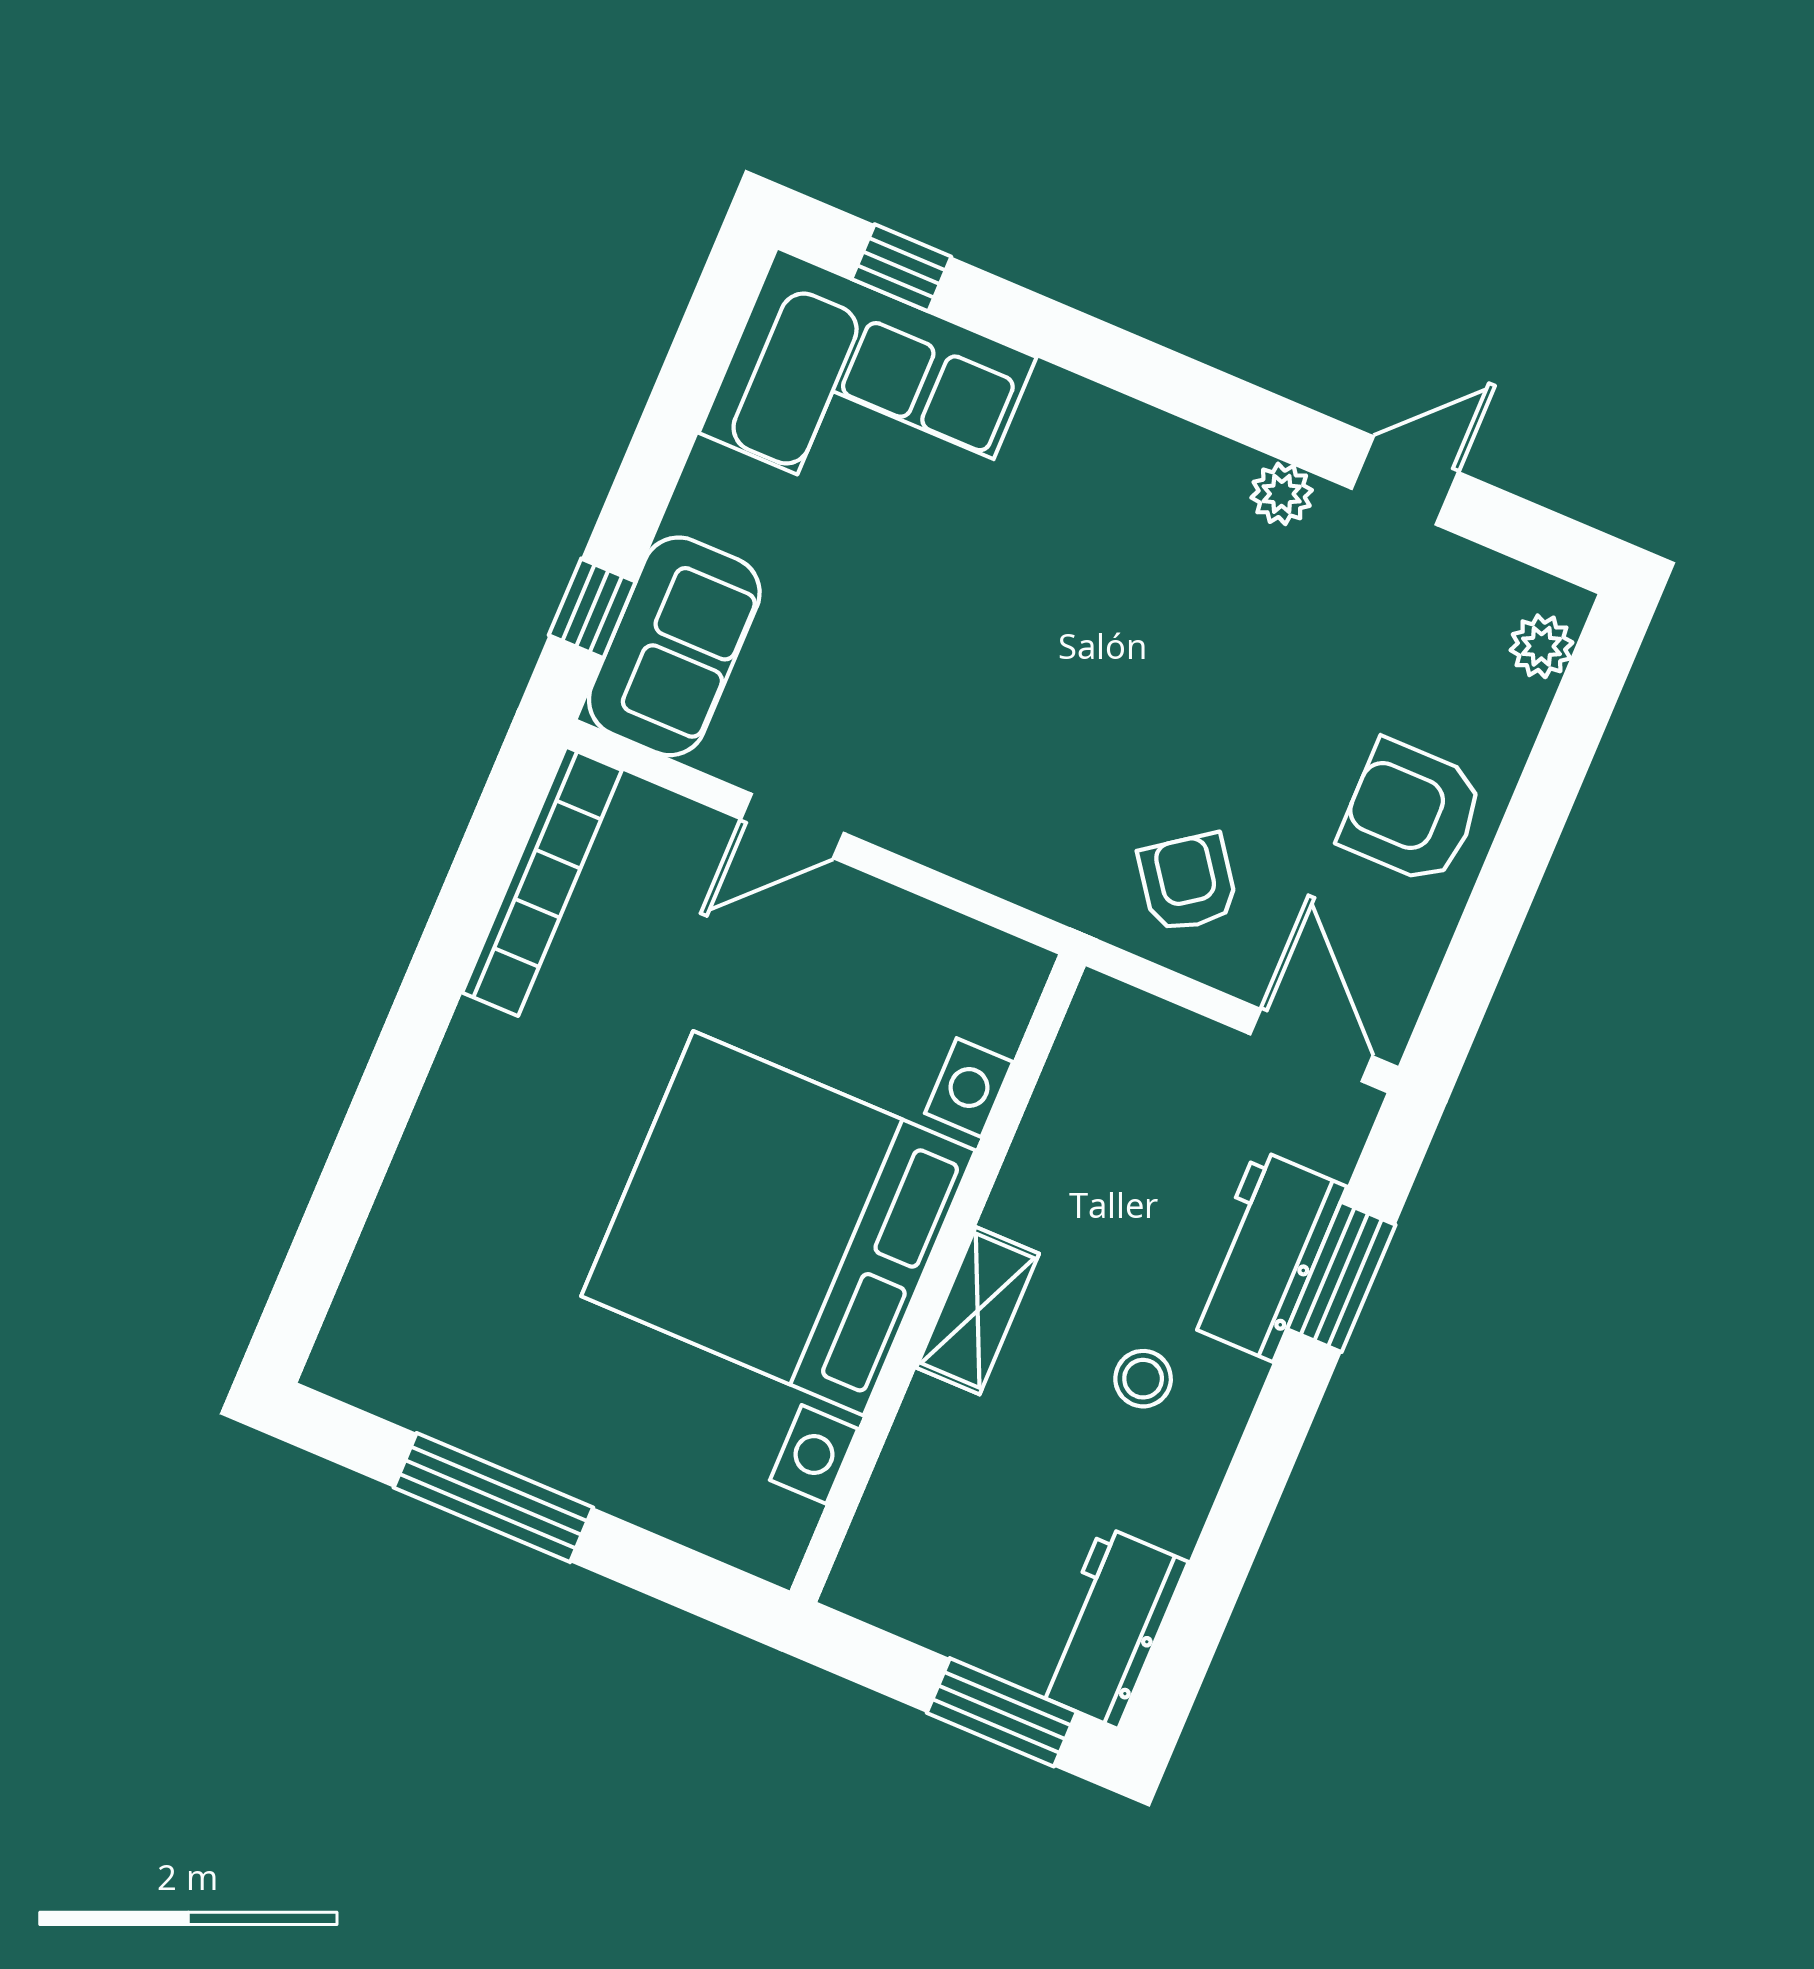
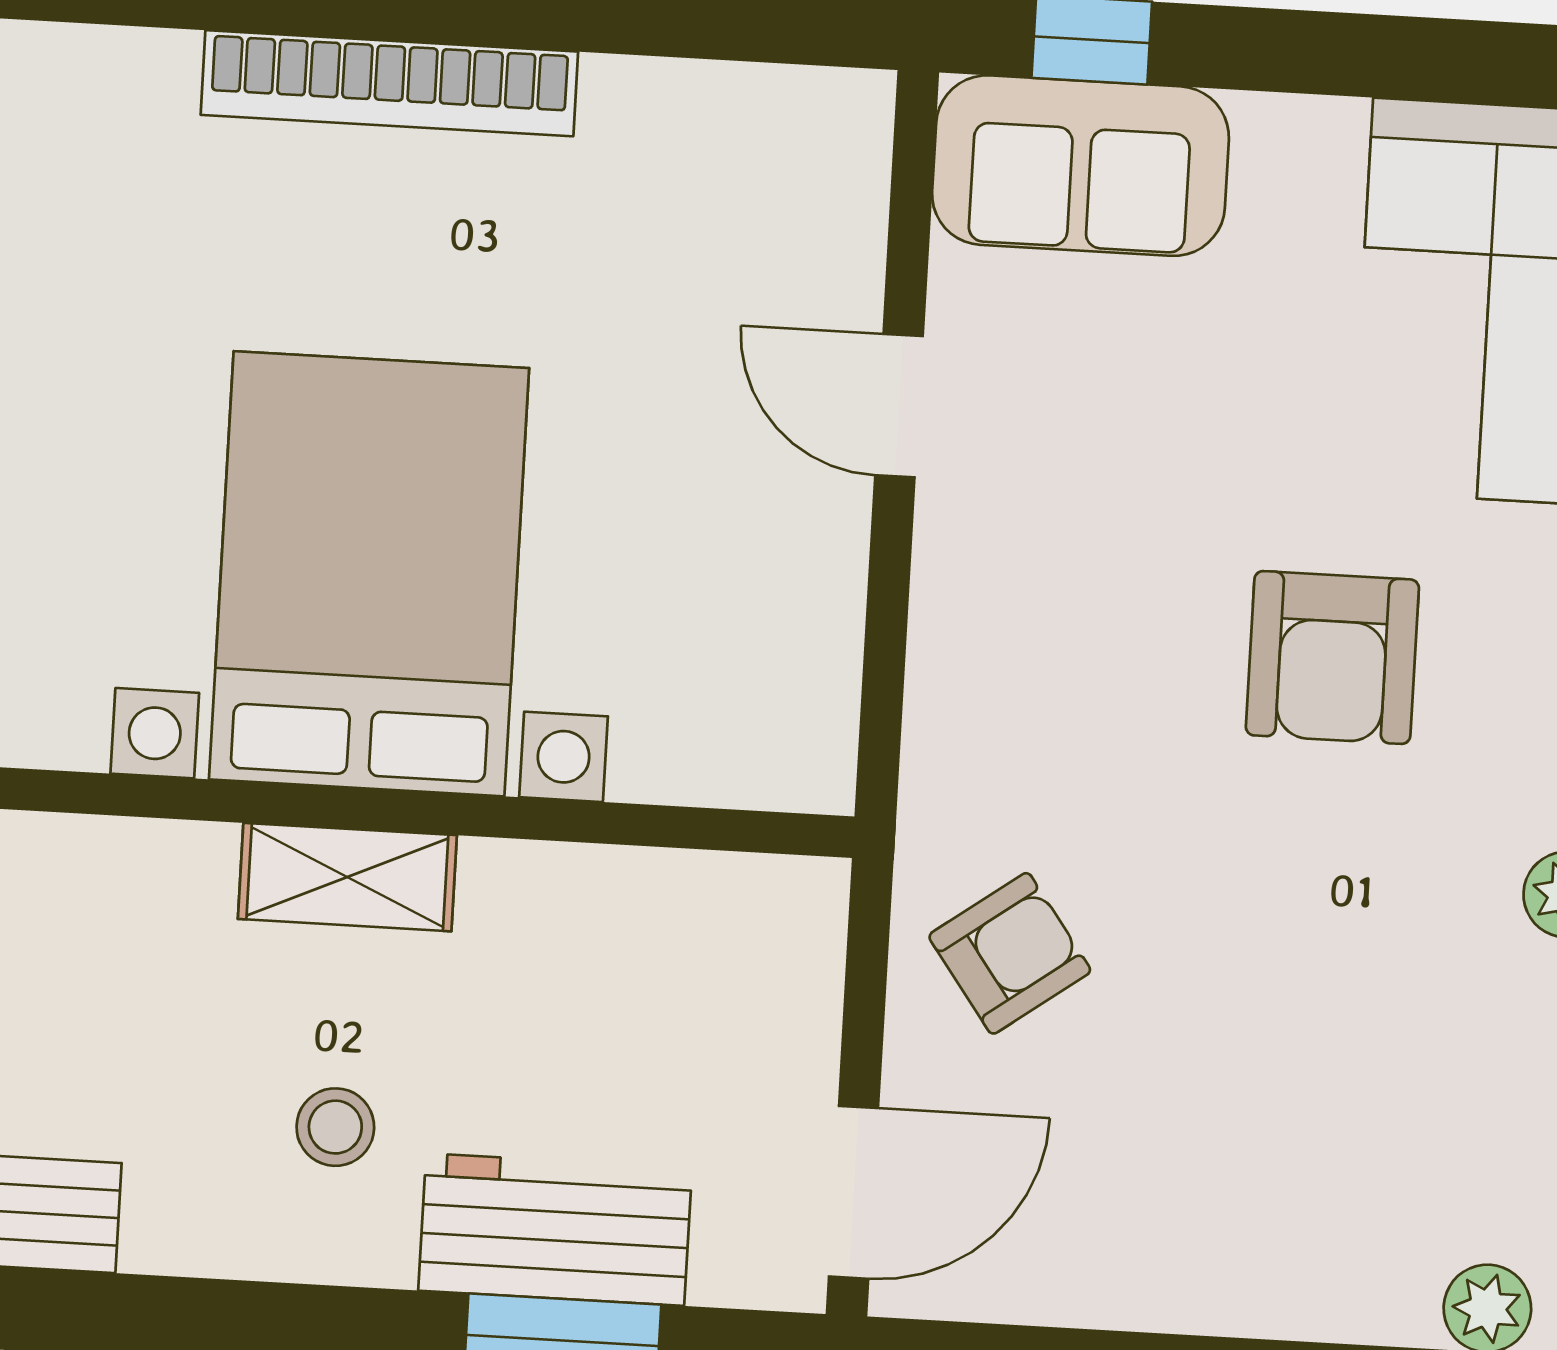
armchair: (1412, 812) -> (1332, 657), moved, turned 180
bookcase: (542, 881) -> (389, 83), moved
bed with nightstands: (778, 1223) -> (369, 574), width x0.73

